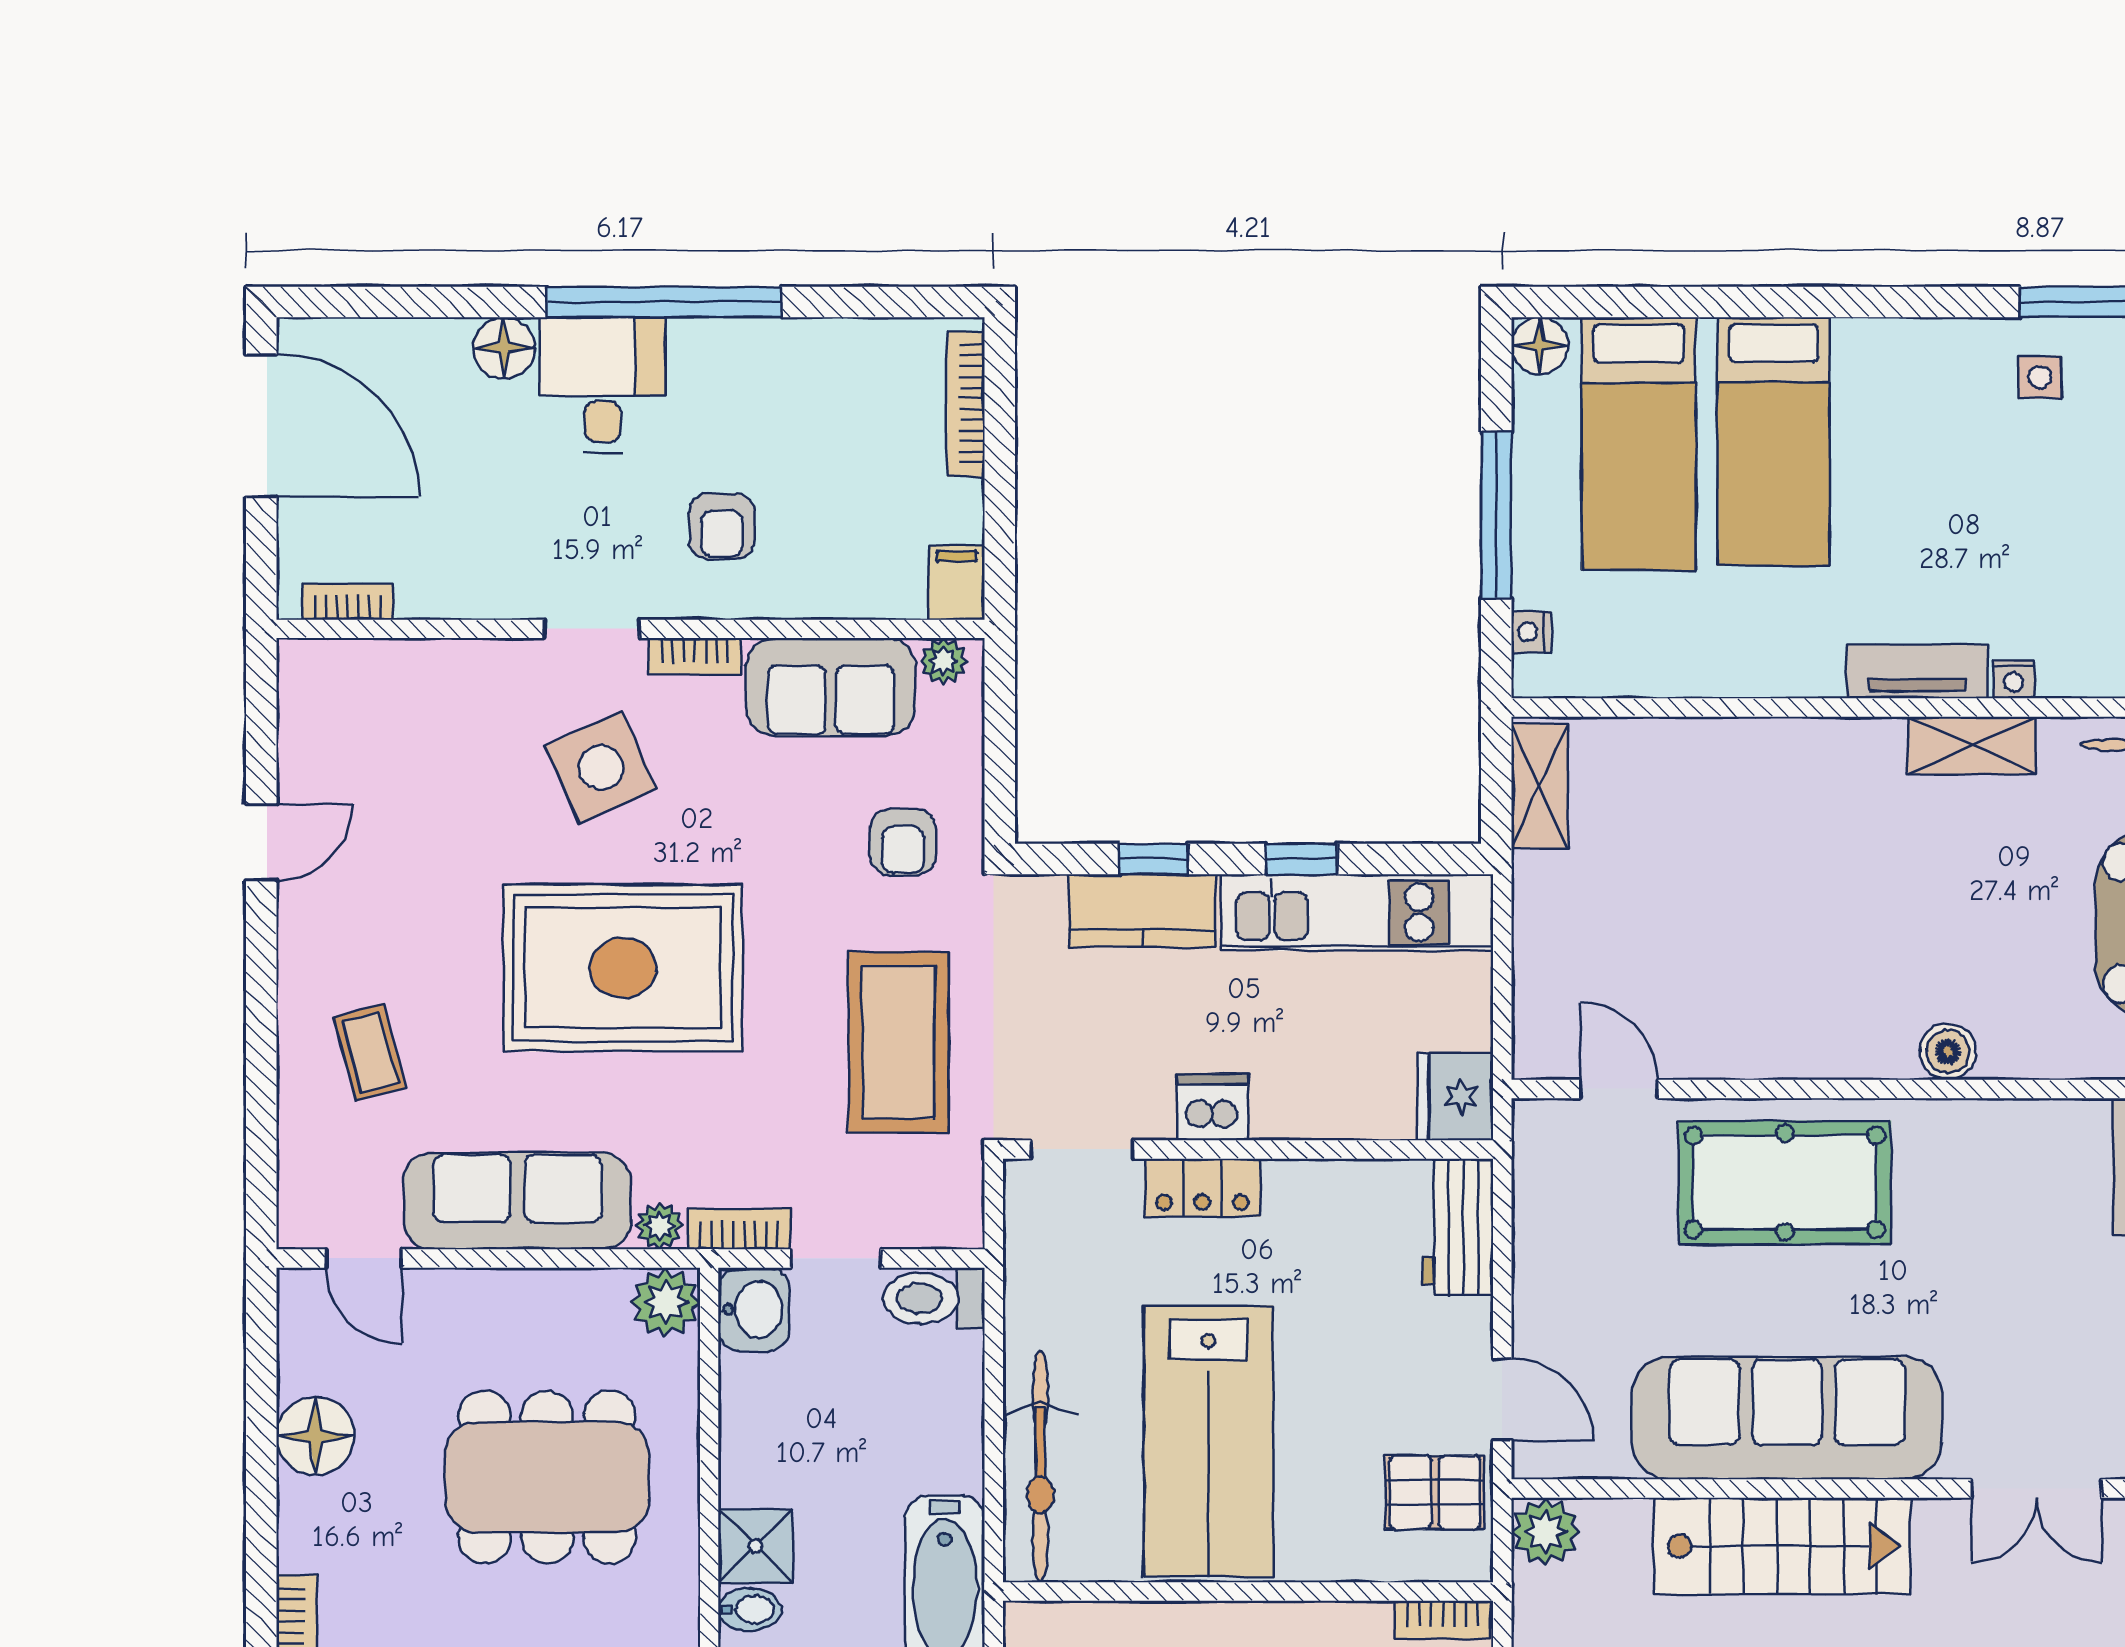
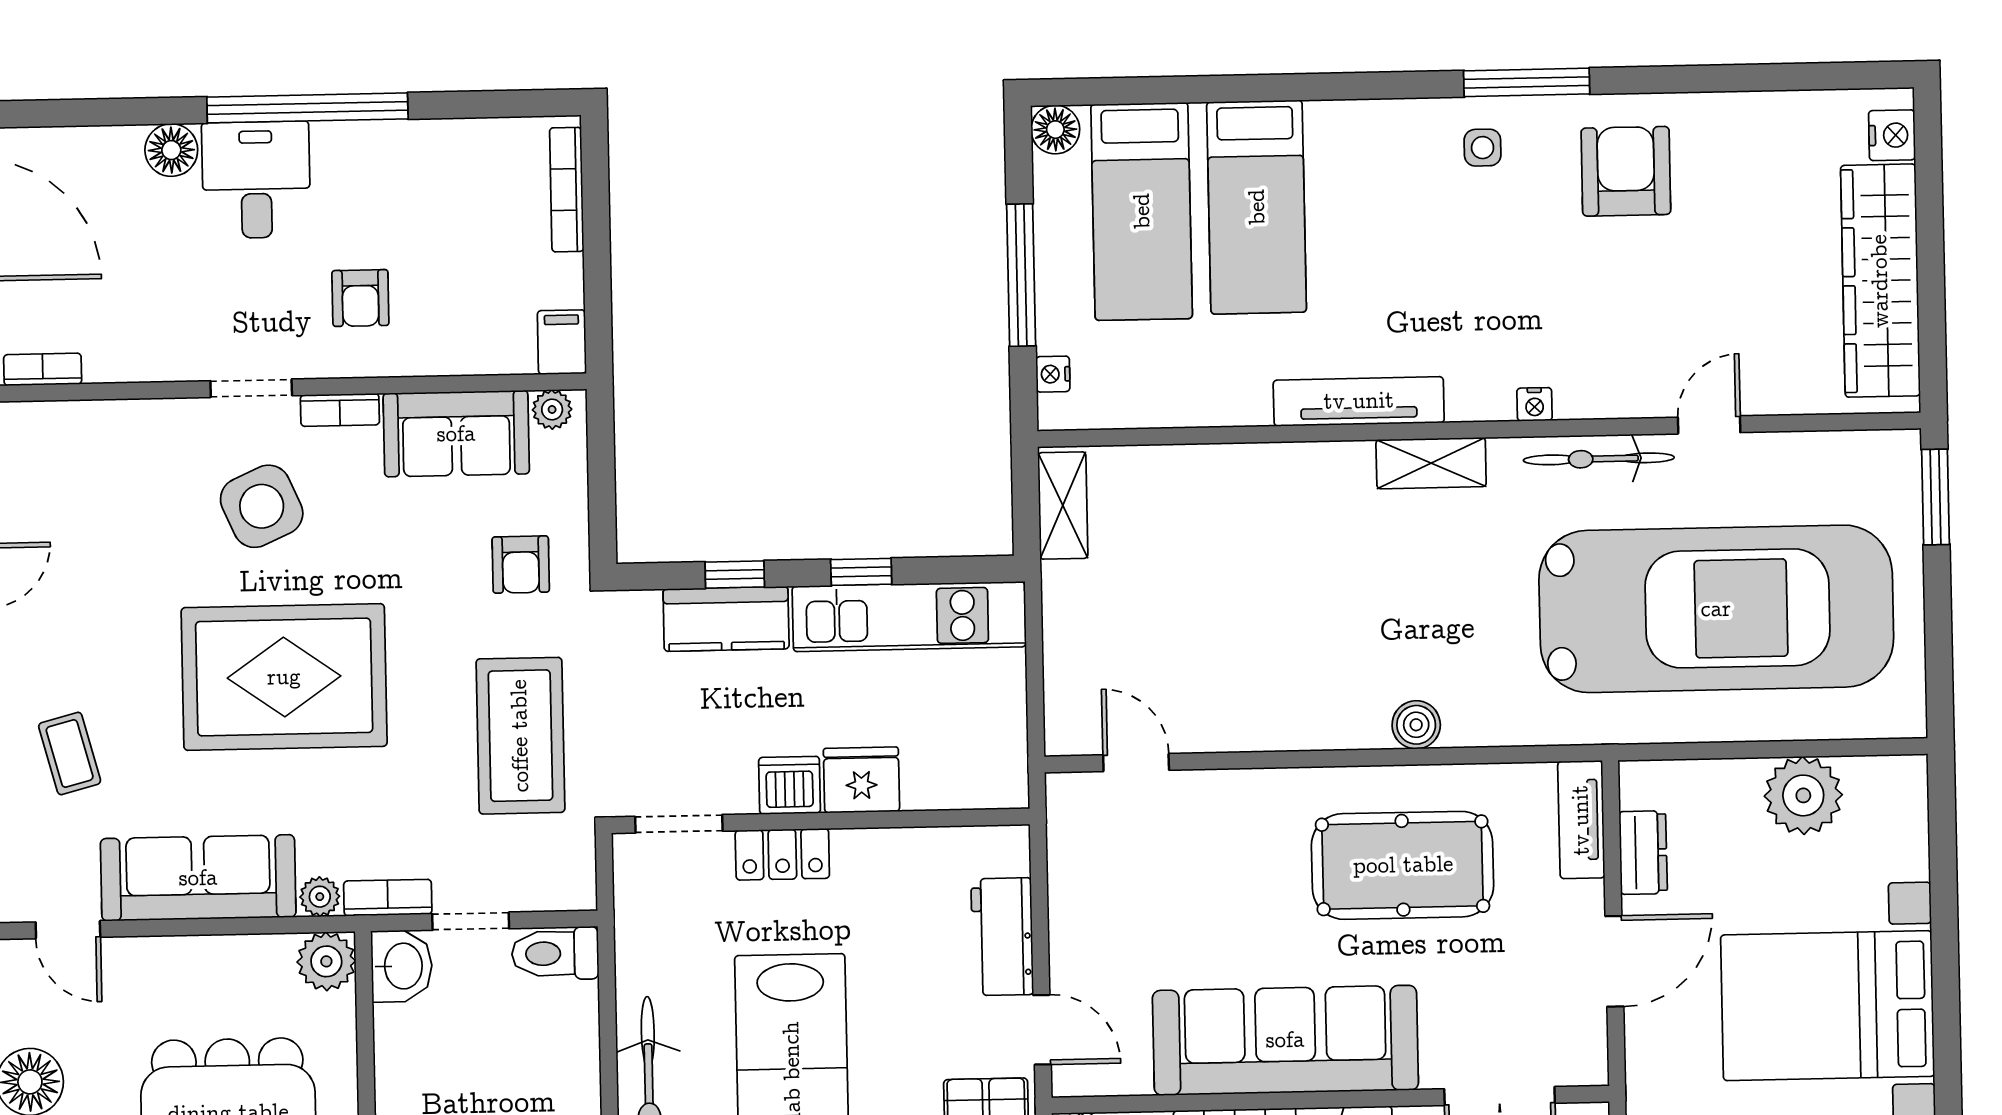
tv unit: (1918, 671) -> (1359, 401), width x1.41
nightstand: (2014, 679) -> (1535, 404), moved
fridge: (1455, 1097) -> (861, 780), moved, turned 90
pool table: (1785, 1182) -> (1403, 865), moved
workbench: (1458, 1227) -> (1002, 937), moved

